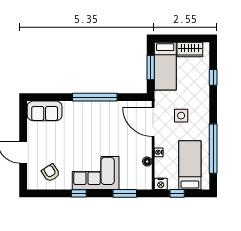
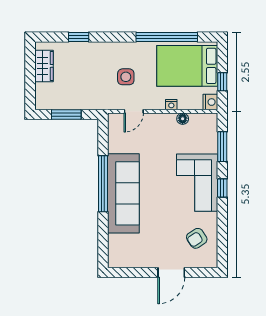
bed: (165, 66) -> (65, 96), removed
sofa: (45, 111) -> (123, 193), moved, width x1.85, depth x1.27
door: (153, 122) -> (134, 111), width x0.53
bed: (190, 165) -> (187, 66), width x1.50
window: (79, 193) -> (222, 188), moved

